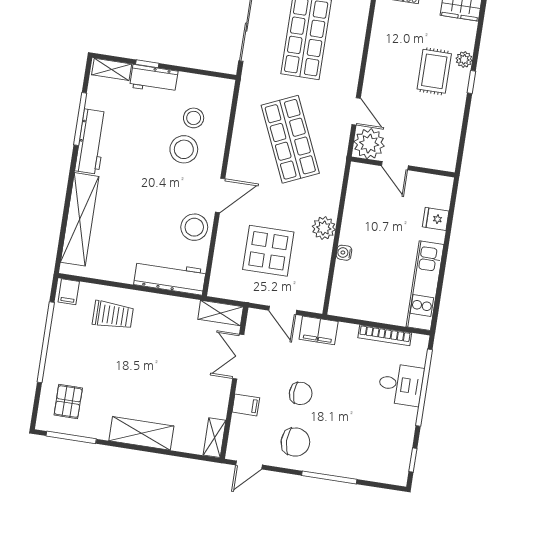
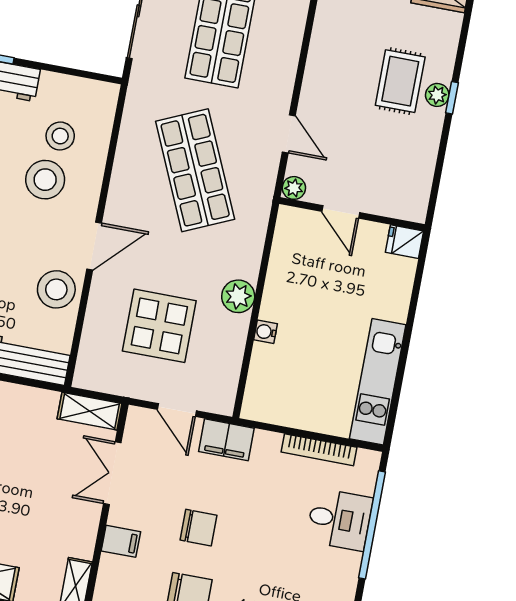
plant: (464, 59) -> (437, 95), moved
plant: (369, 144) -> (294, 188), width x0.53, depth x0.53
fridge: (436, 219) -> (404, 242), moved

